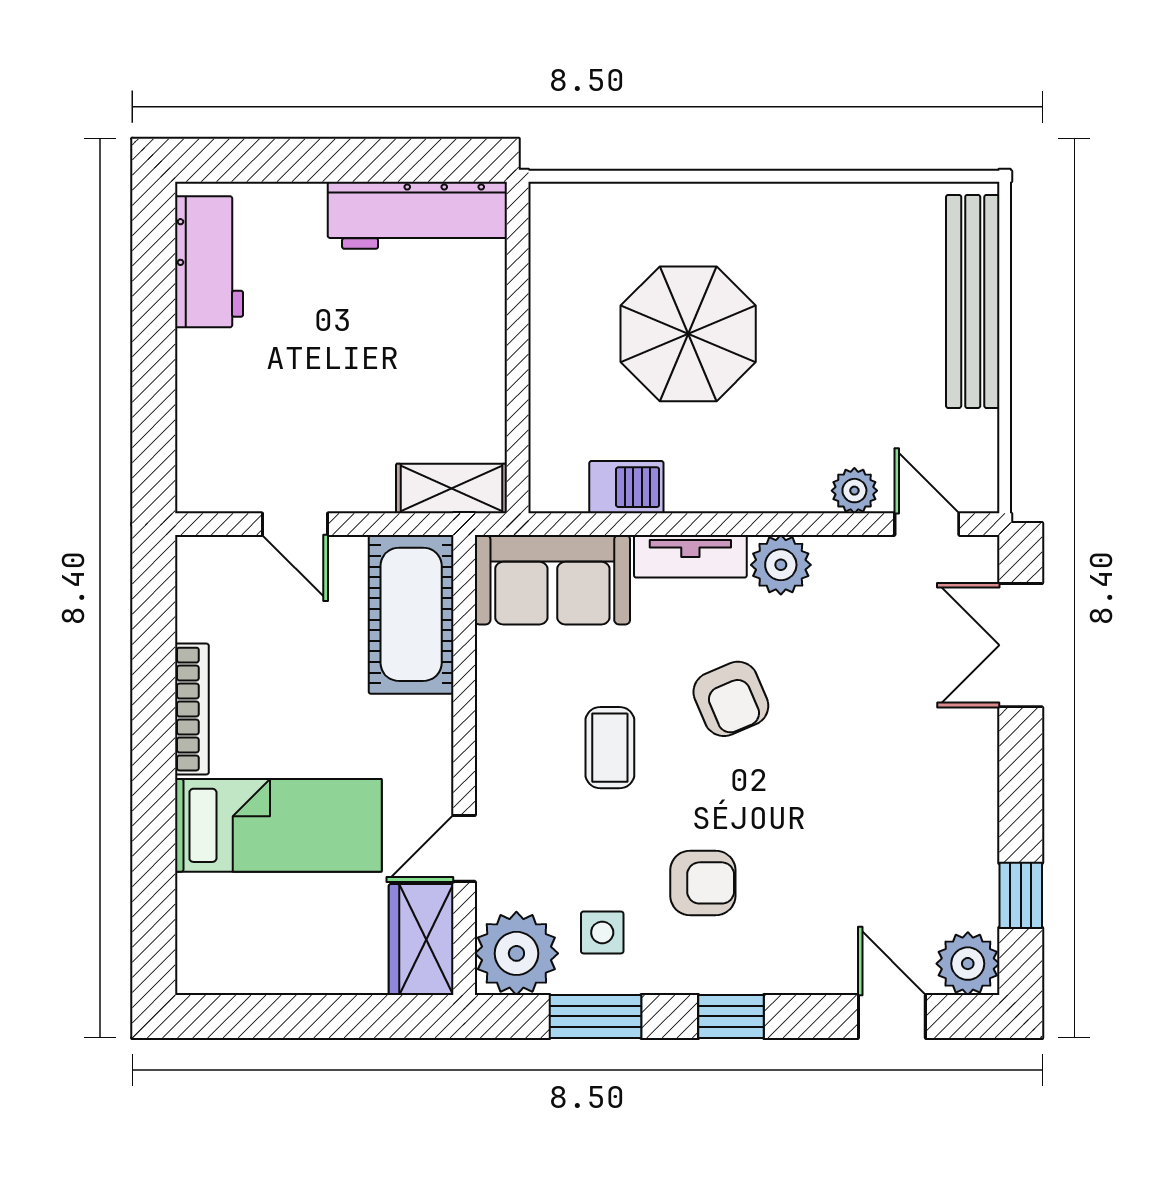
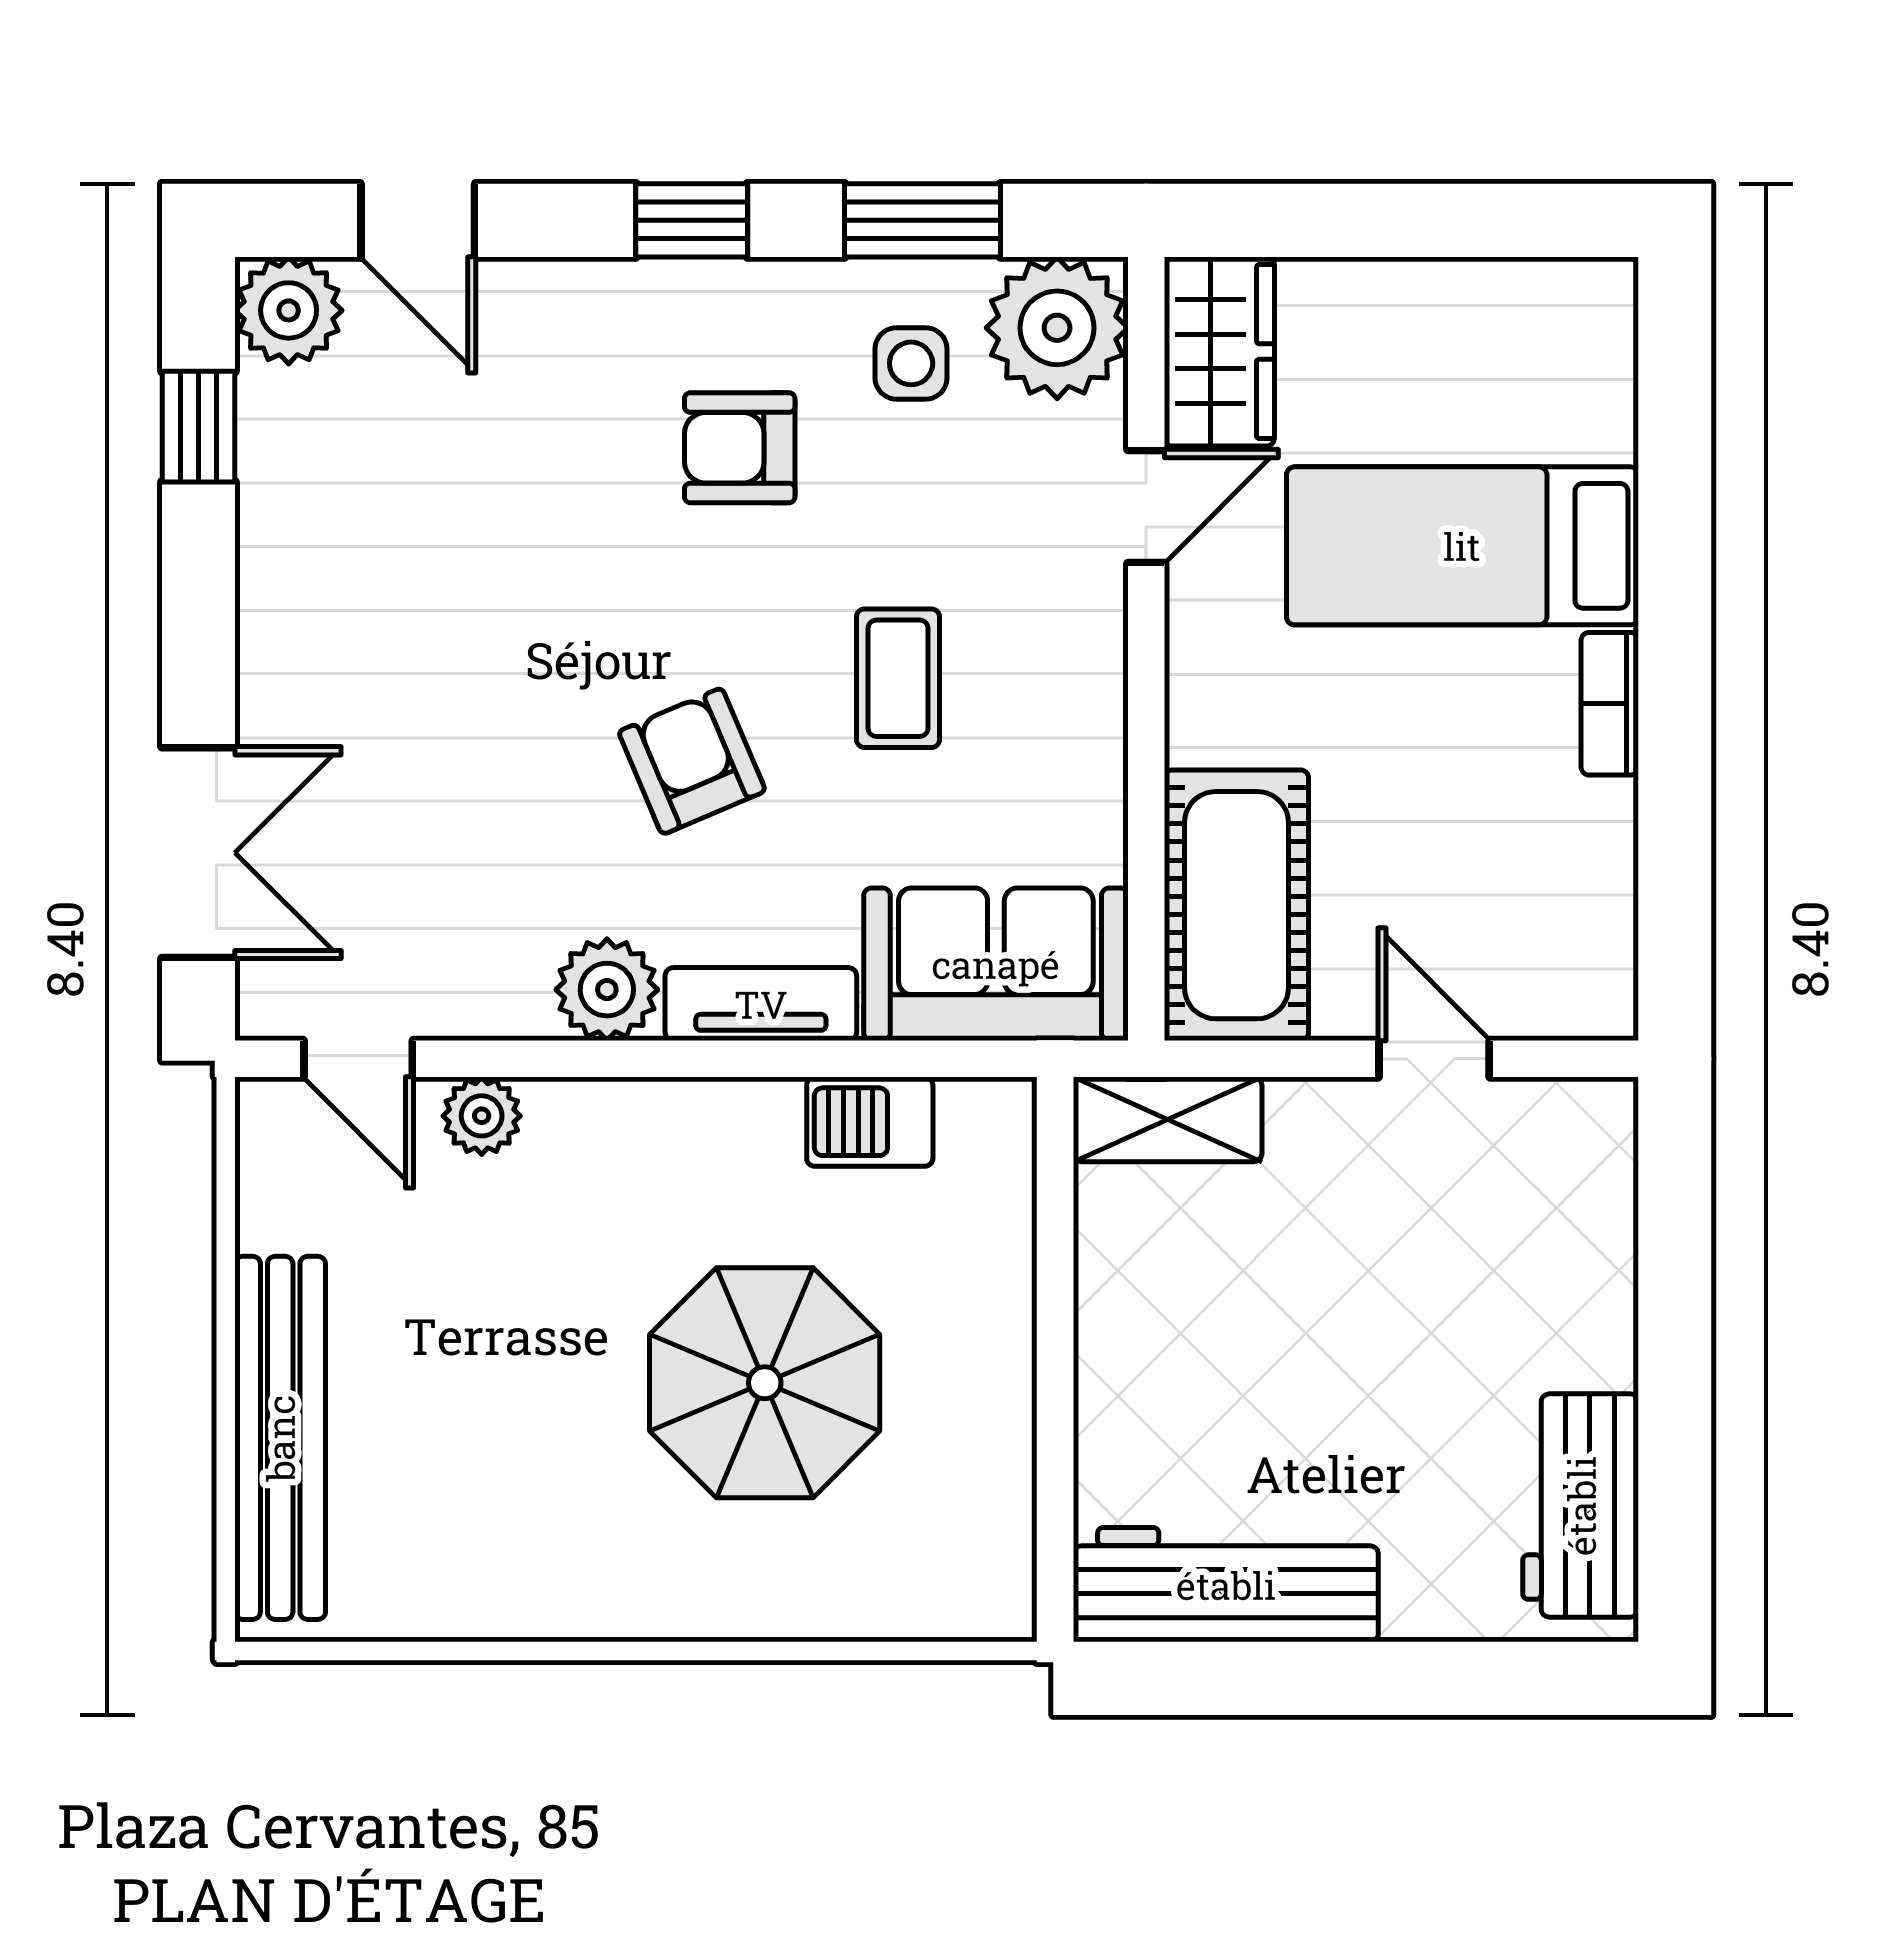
bookcase: (192, 709) -> (1610, 704), width x0.64

